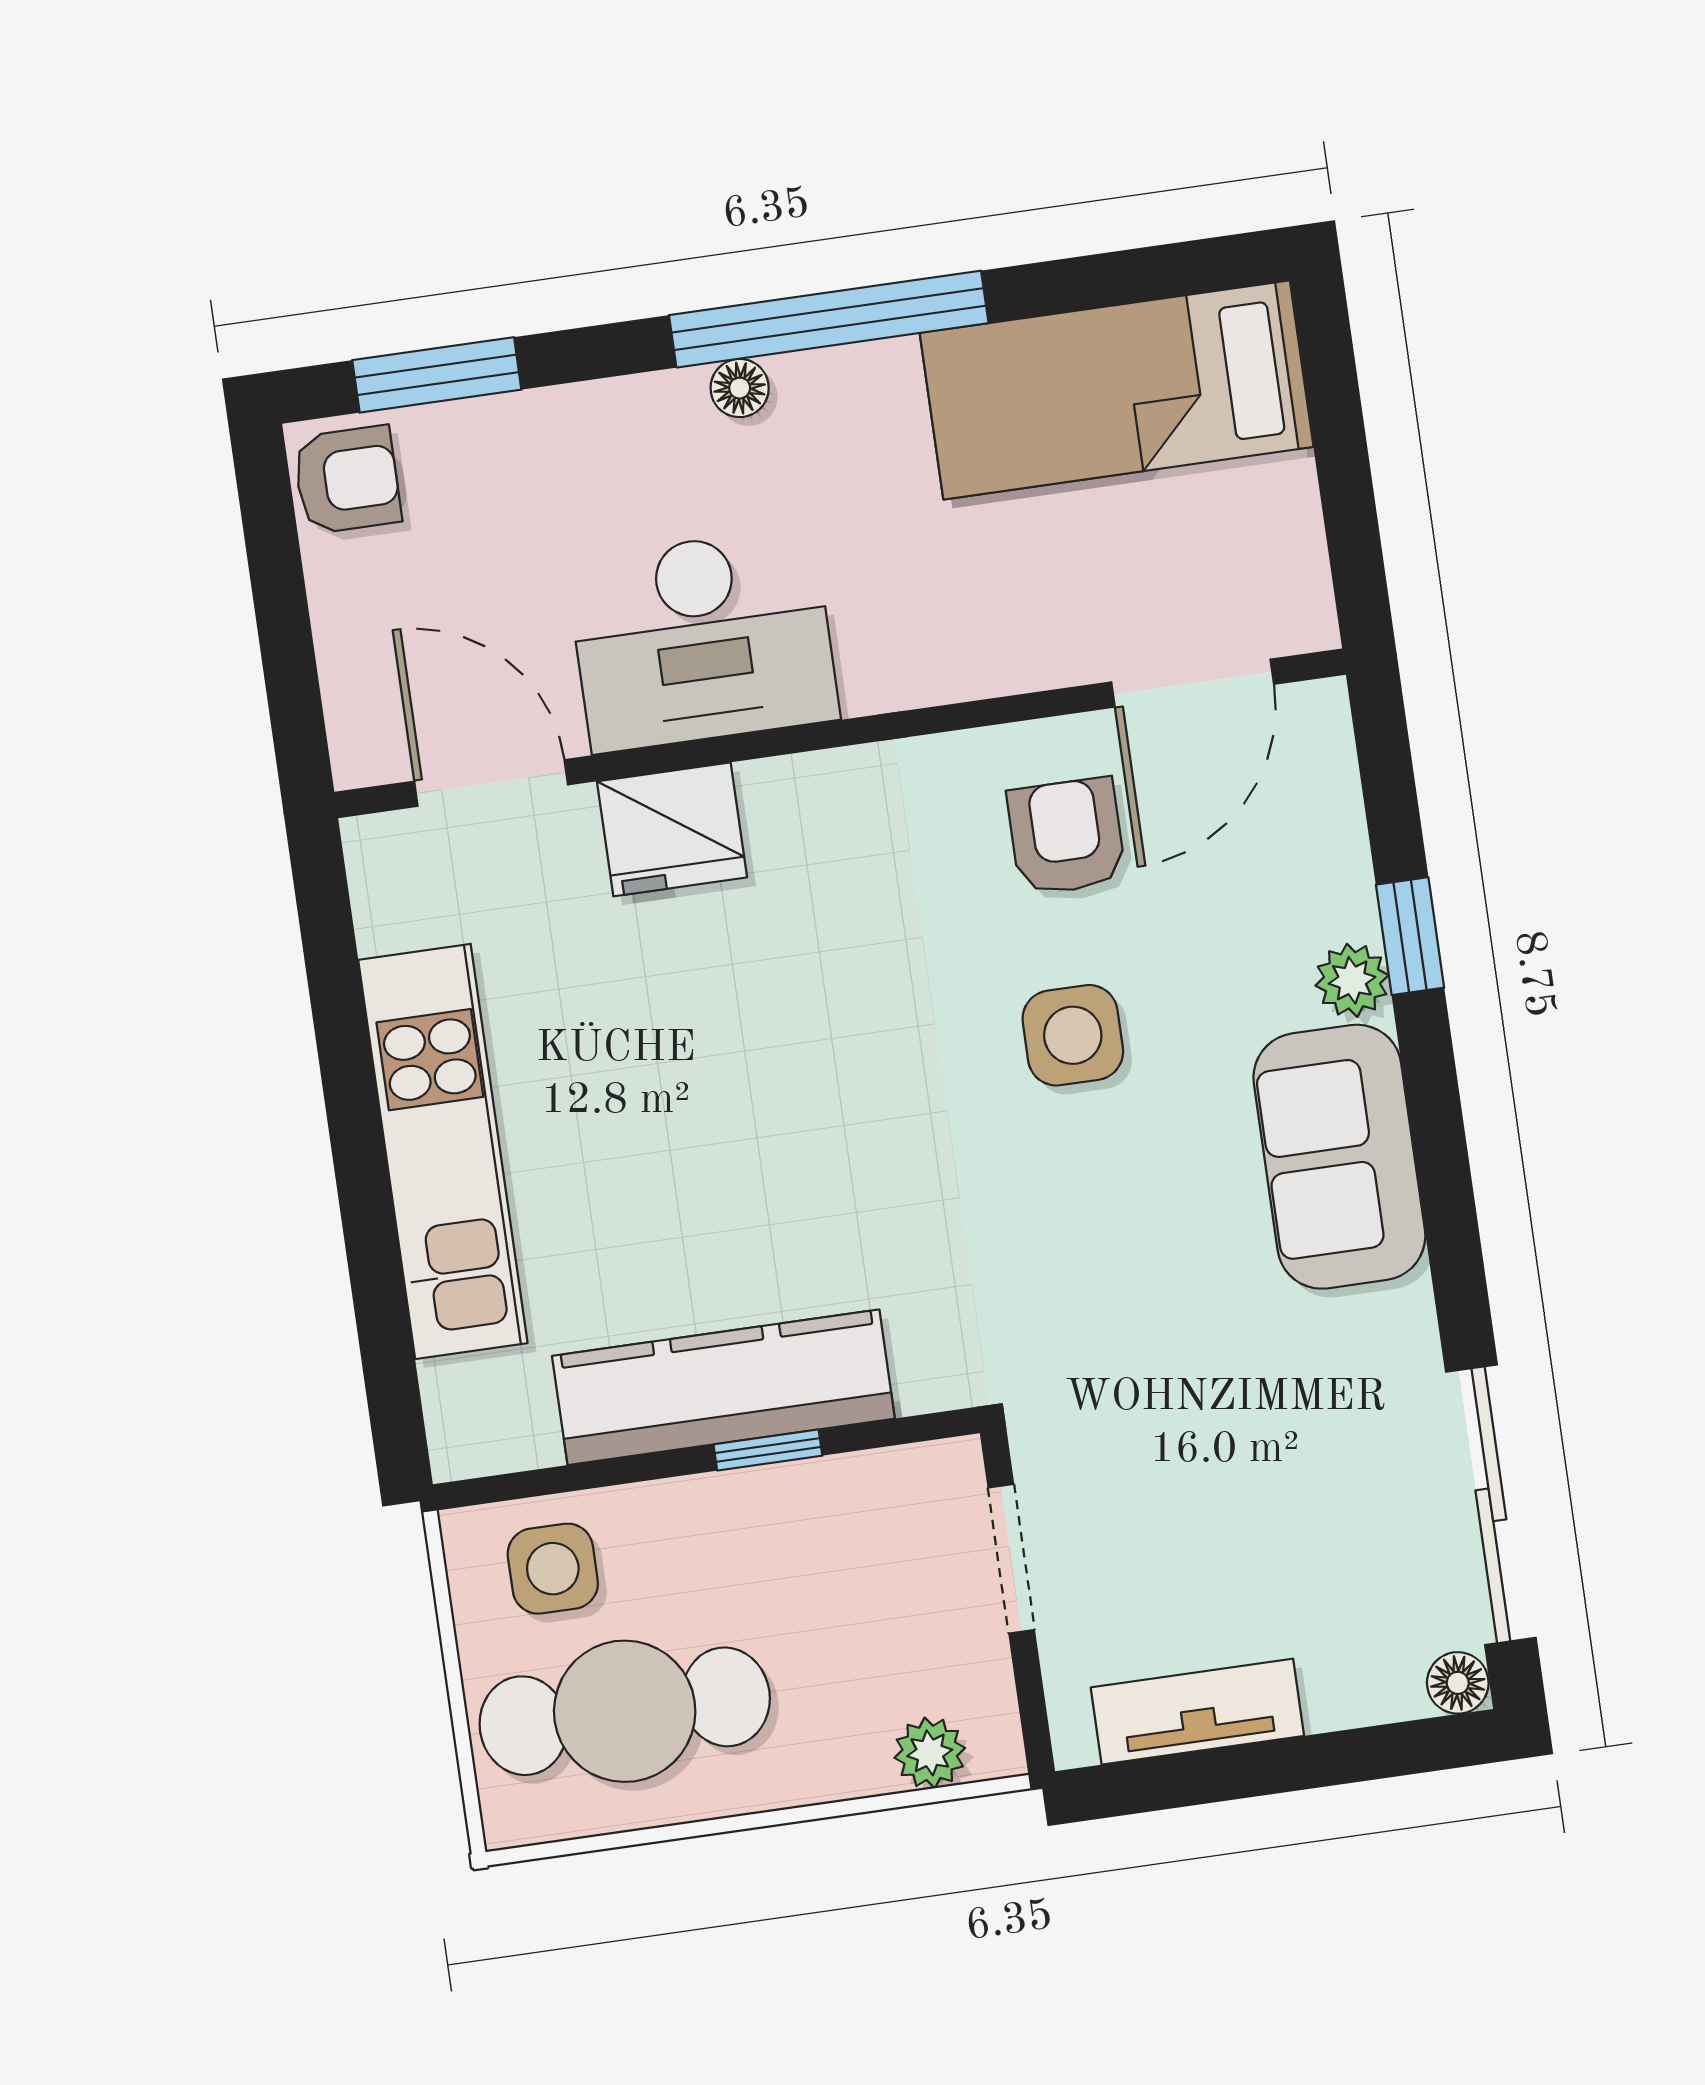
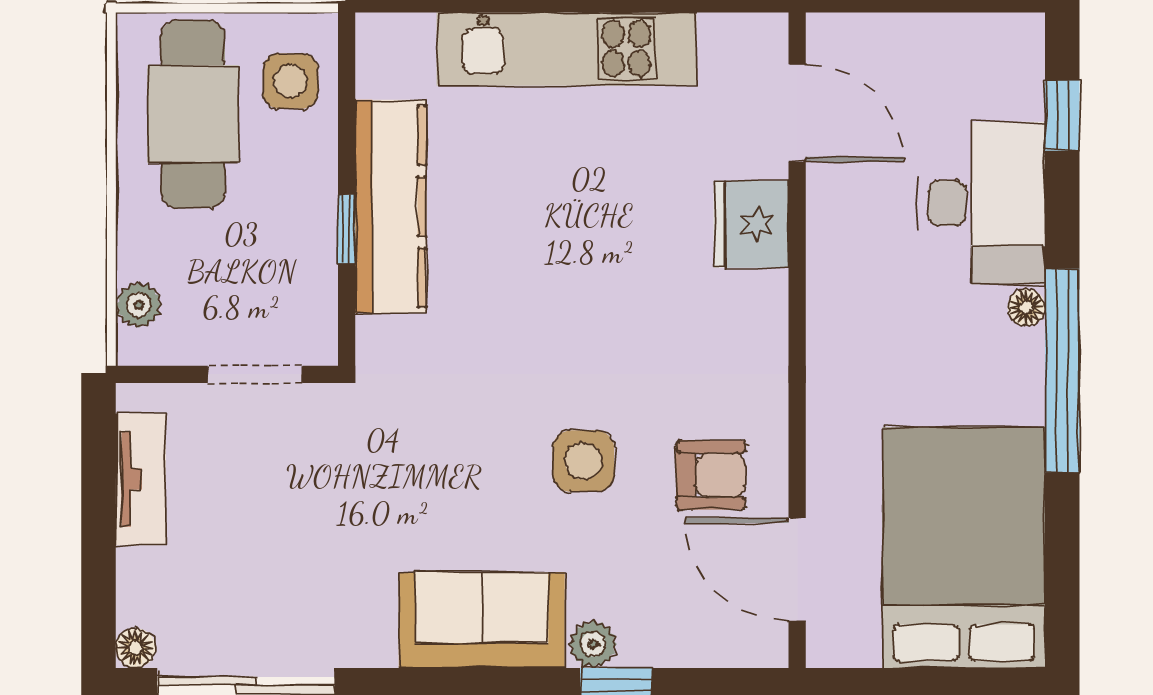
window: (437, 375) -> (1062, 115), width x0.67
bed: (1117, 390) -> (964, 548), width x1.50
armchair: (347, 480) -> (1004, 49), removed
desk: (703, 639) -> (981, 203), moved, turned 180
door: (491, 783) -> (797, 113), hinge flipped

